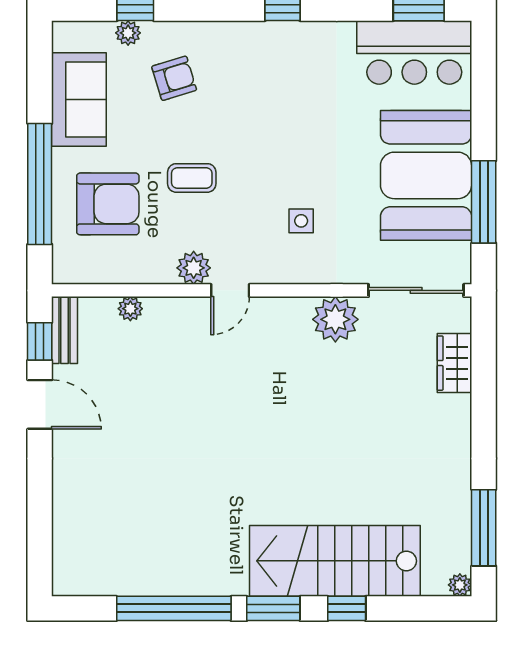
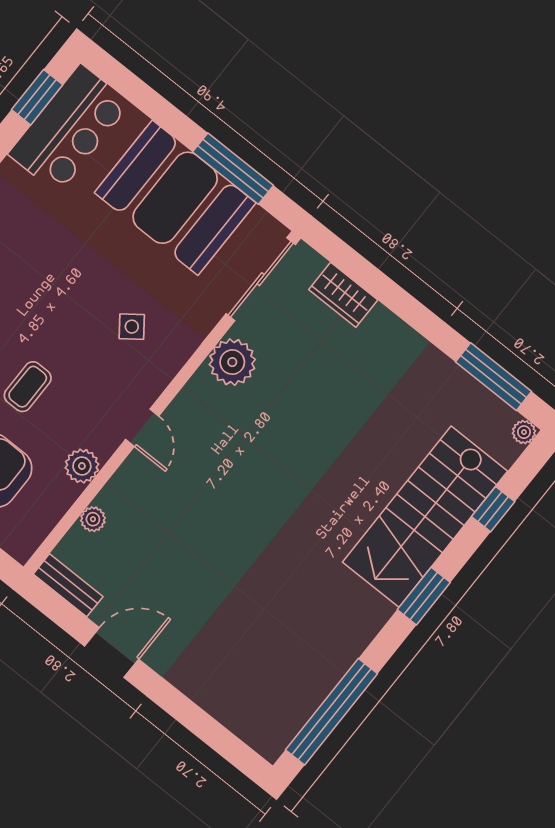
side table: (301, 221) -> (132, 327), turned -37
plant: (194, 268) -> (82, 466), moved
window: (40, 341) -> (61, 612), removed
window: (174, 608) -> (331, 712), moved
window: (347, 608) -> (493, 509), moved

